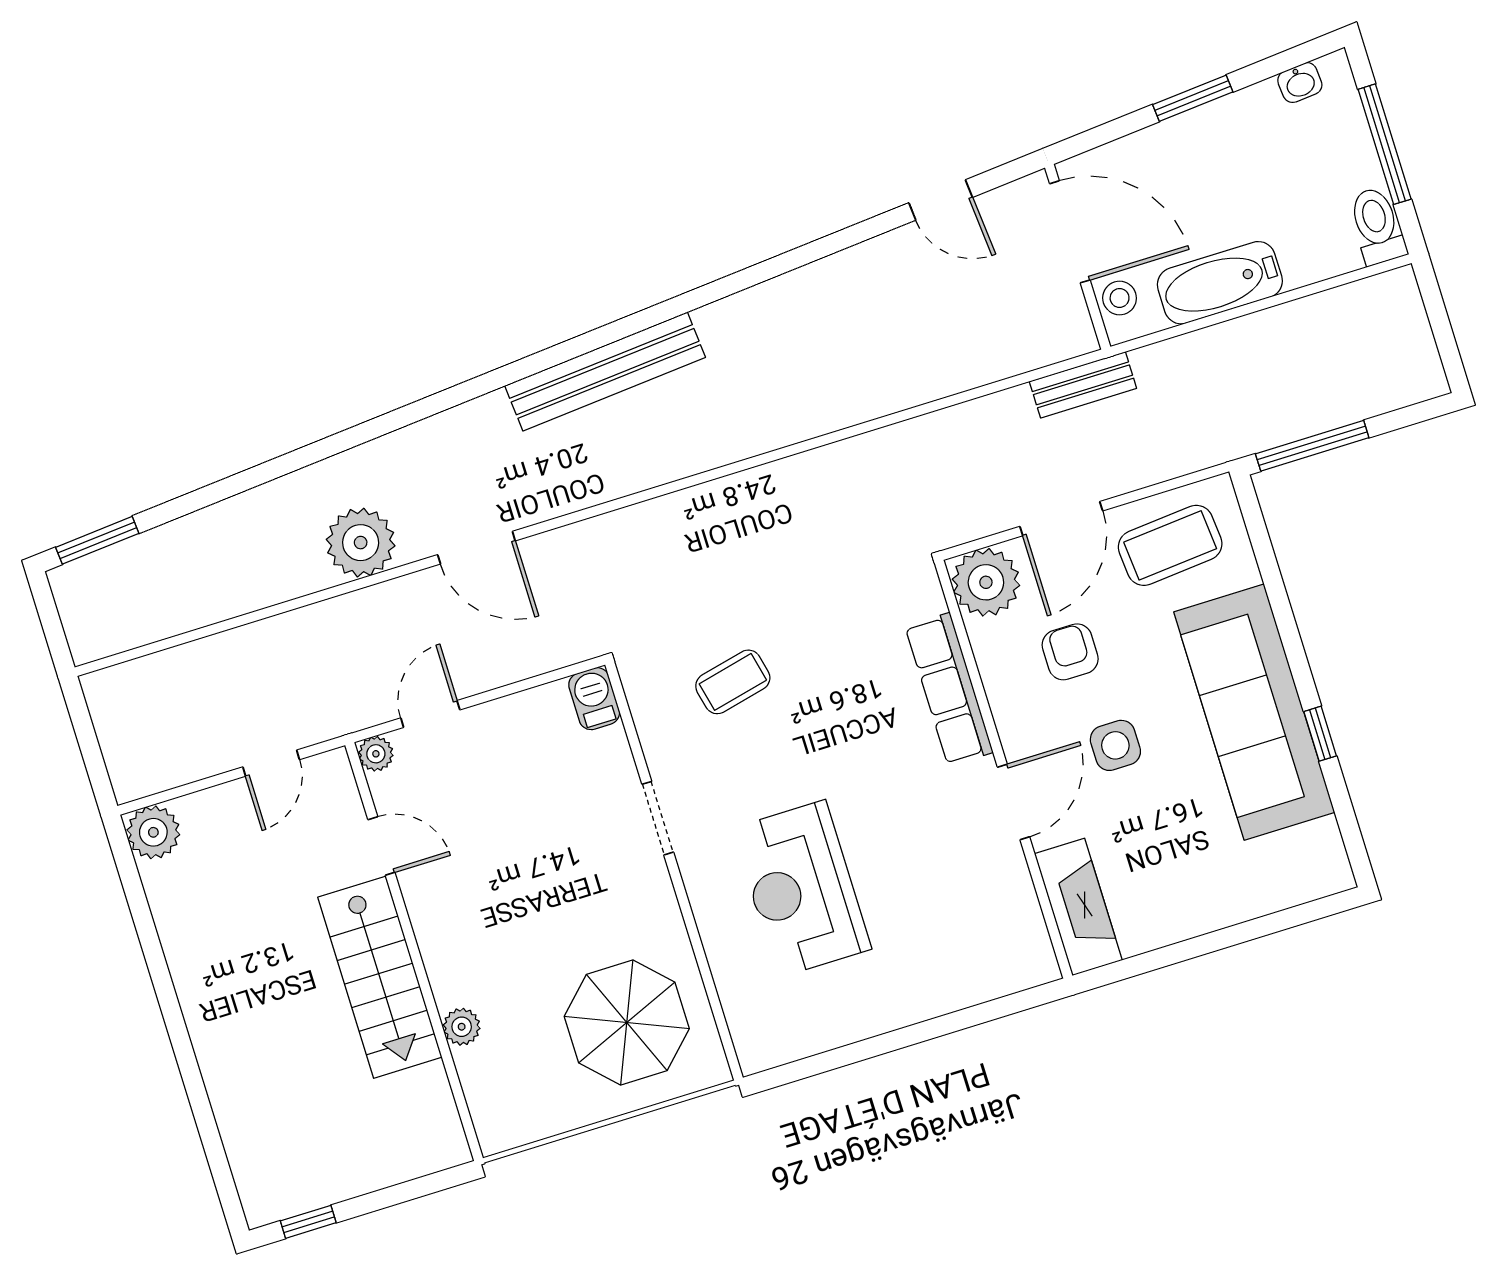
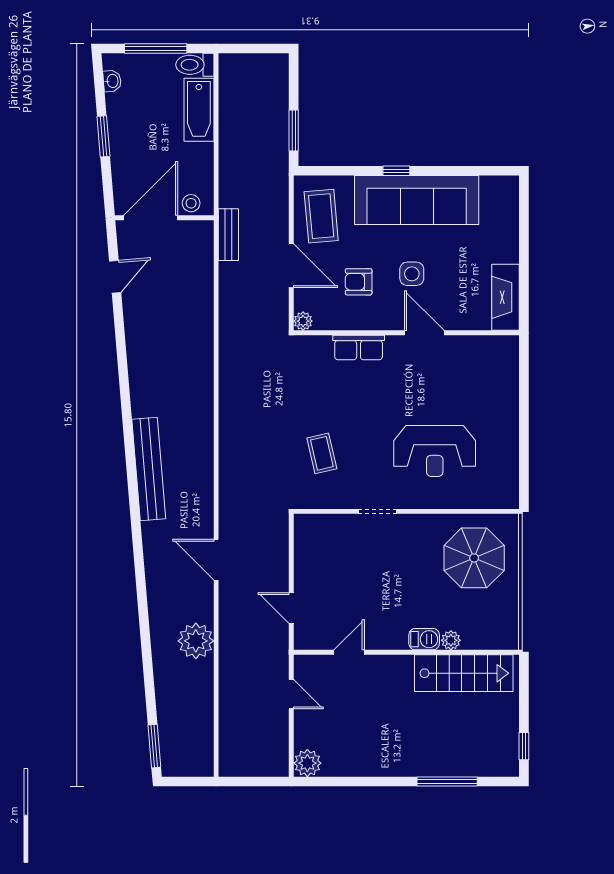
bathtub: (1220, 283) -> (199, 110), moved
window: (1312, 446) -> (294, 130), width x0.69
plant: (361, 543) -> (196, 641), moved
door: (476, 548) -> (216, 560), swing flipped
plant: (986, 582) -> (303, 321), width x0.53, depth x0.53
row of seats: (949, 689) -> (359, 347), width x0.68
barbecue: (594, 699) -> (424, 639), moved, turned 180
window: (1320, 734) -> (396, 171), moved
plant: (376, 754) -> (303, 641), removed
fireplace: (1078, 907) -> (506, 297), moved, turned -90
stairs: (380, 977) -> (464, 673), moved
window: (199, 1100) -> (447, 782), added

